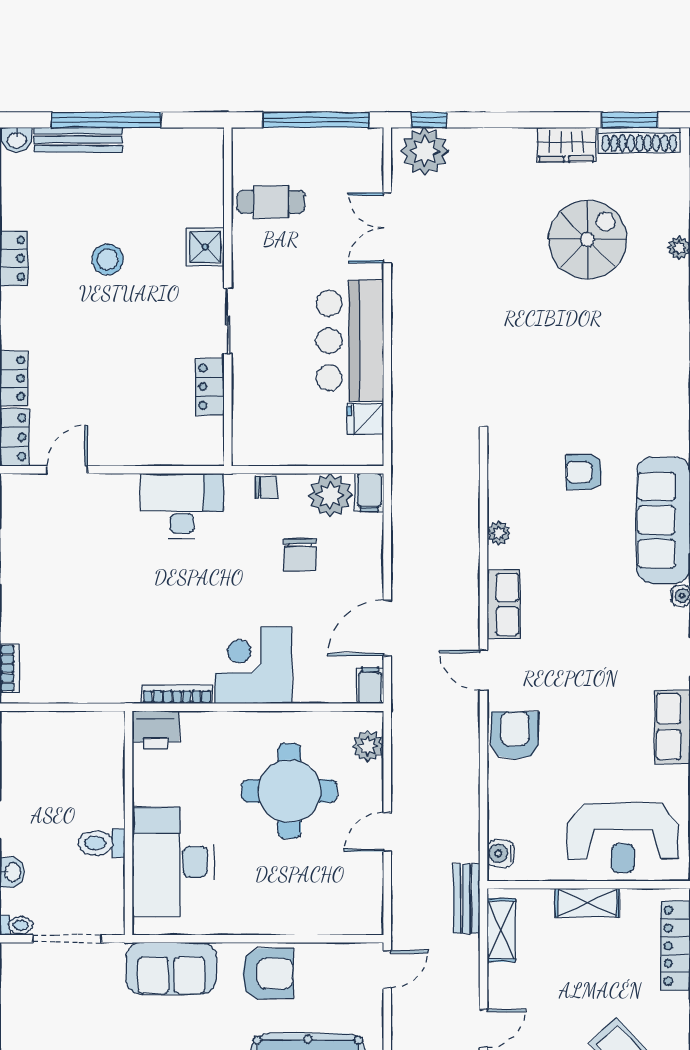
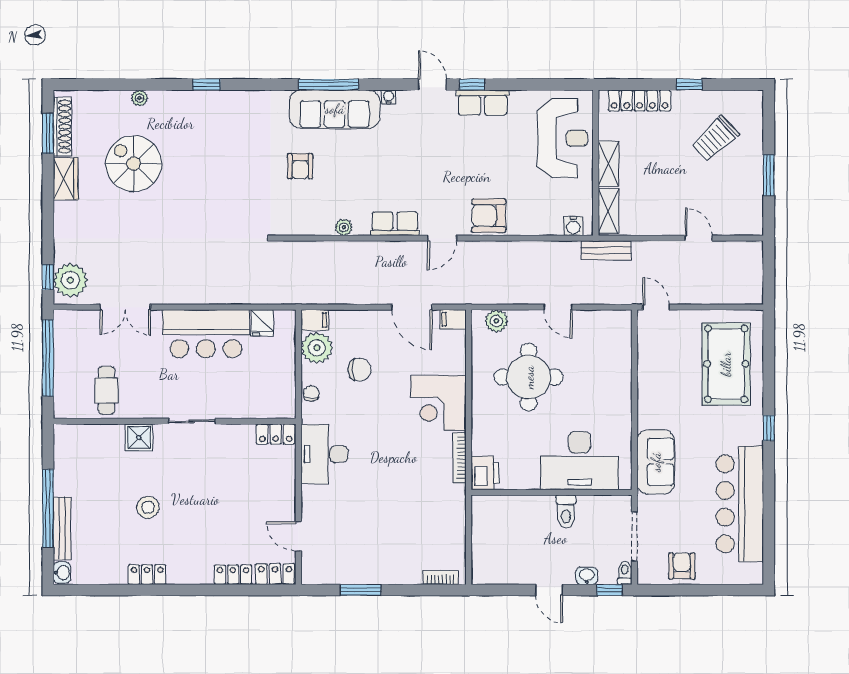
locker: (210, 387) -> (276, 434), moved
shelving: (501, 930) -> (608, 211), moved, turned 90
armchair: (268, 974) -> (682, 566), moved, width x0.72, depth x0.72

